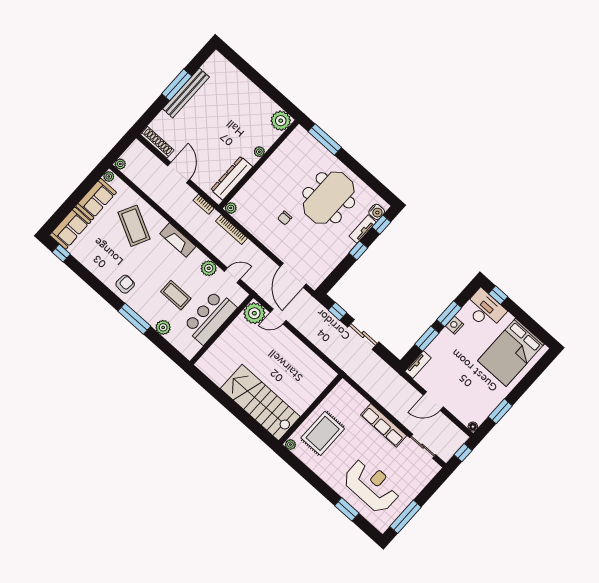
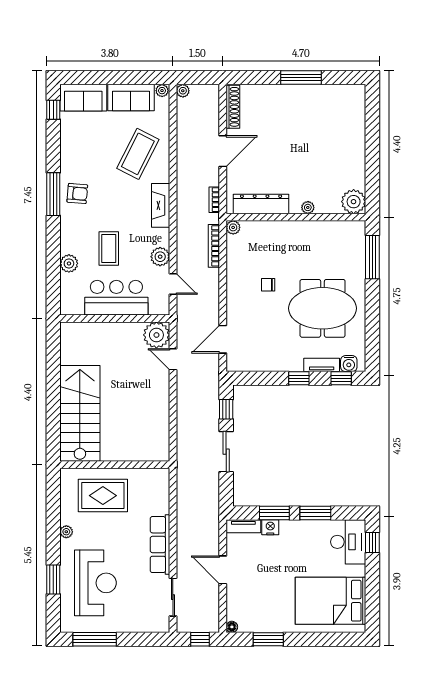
bench: (186, 93) -> (301, 93), removed
door: (293, 275) -> (223, 339), width x0.73
window: (134, 319) -> (53, 194), moved
nightstand: (455, 325) -> (270, 527), moved
plant: (290, 445) -> (66, 532), moved

